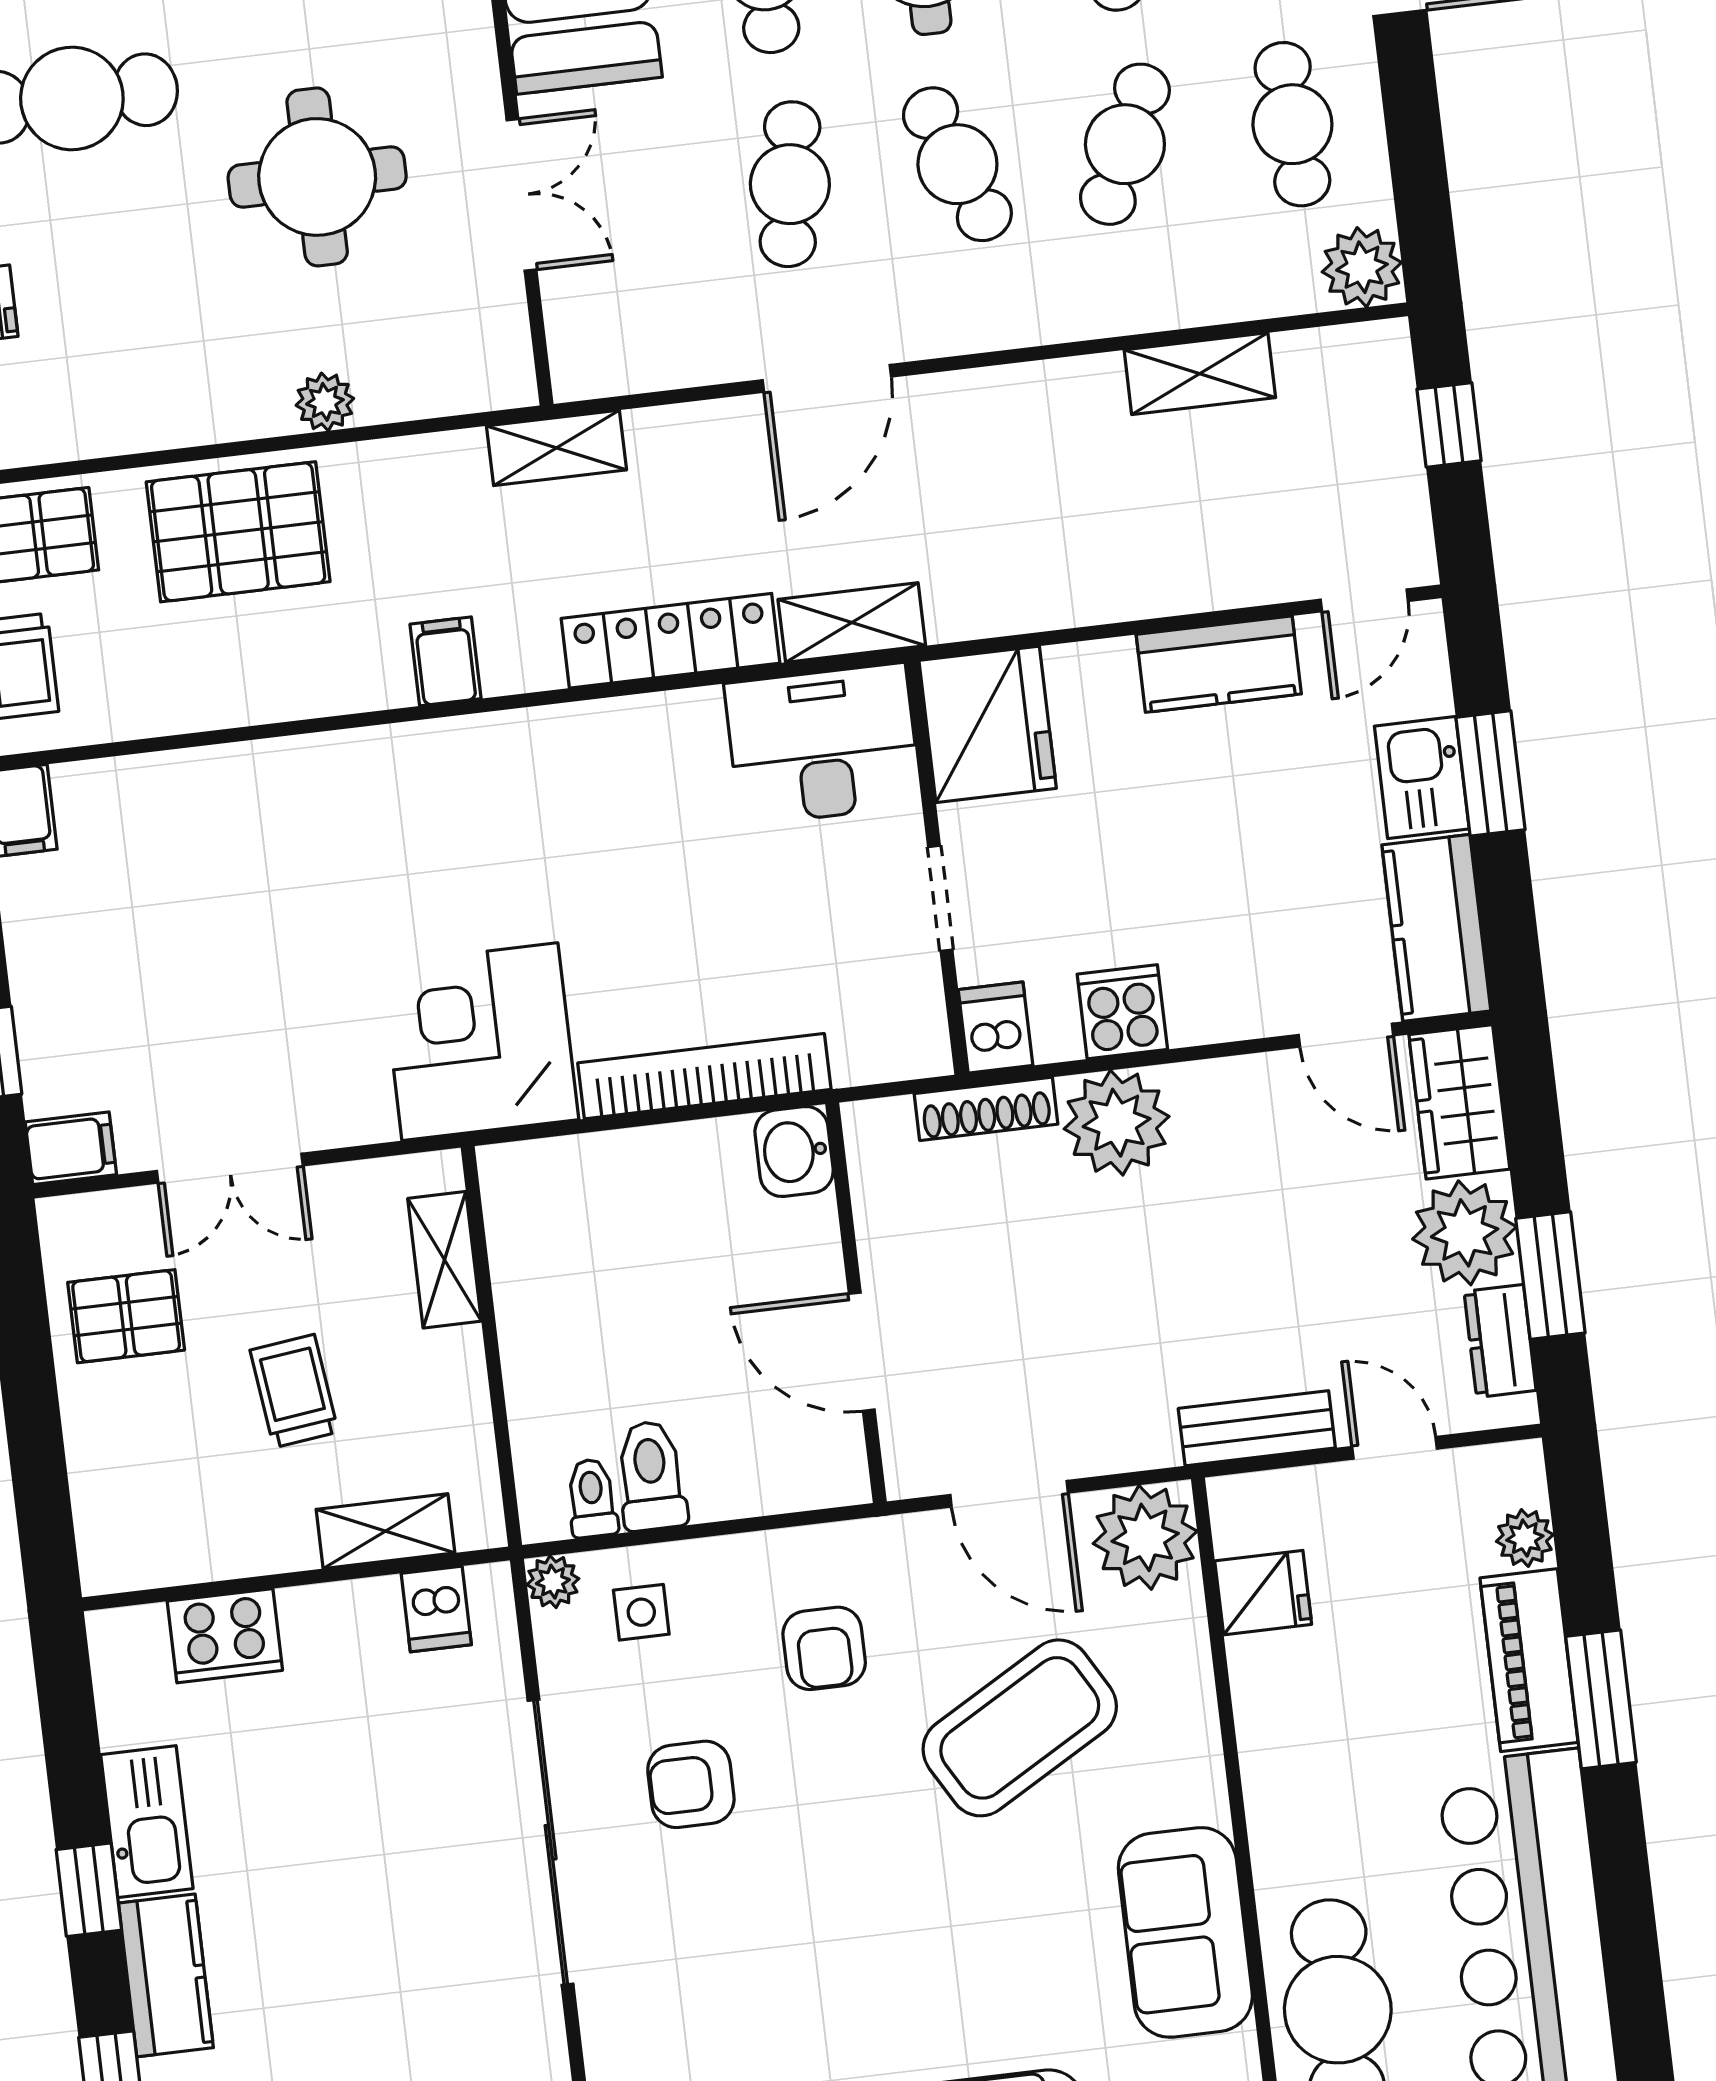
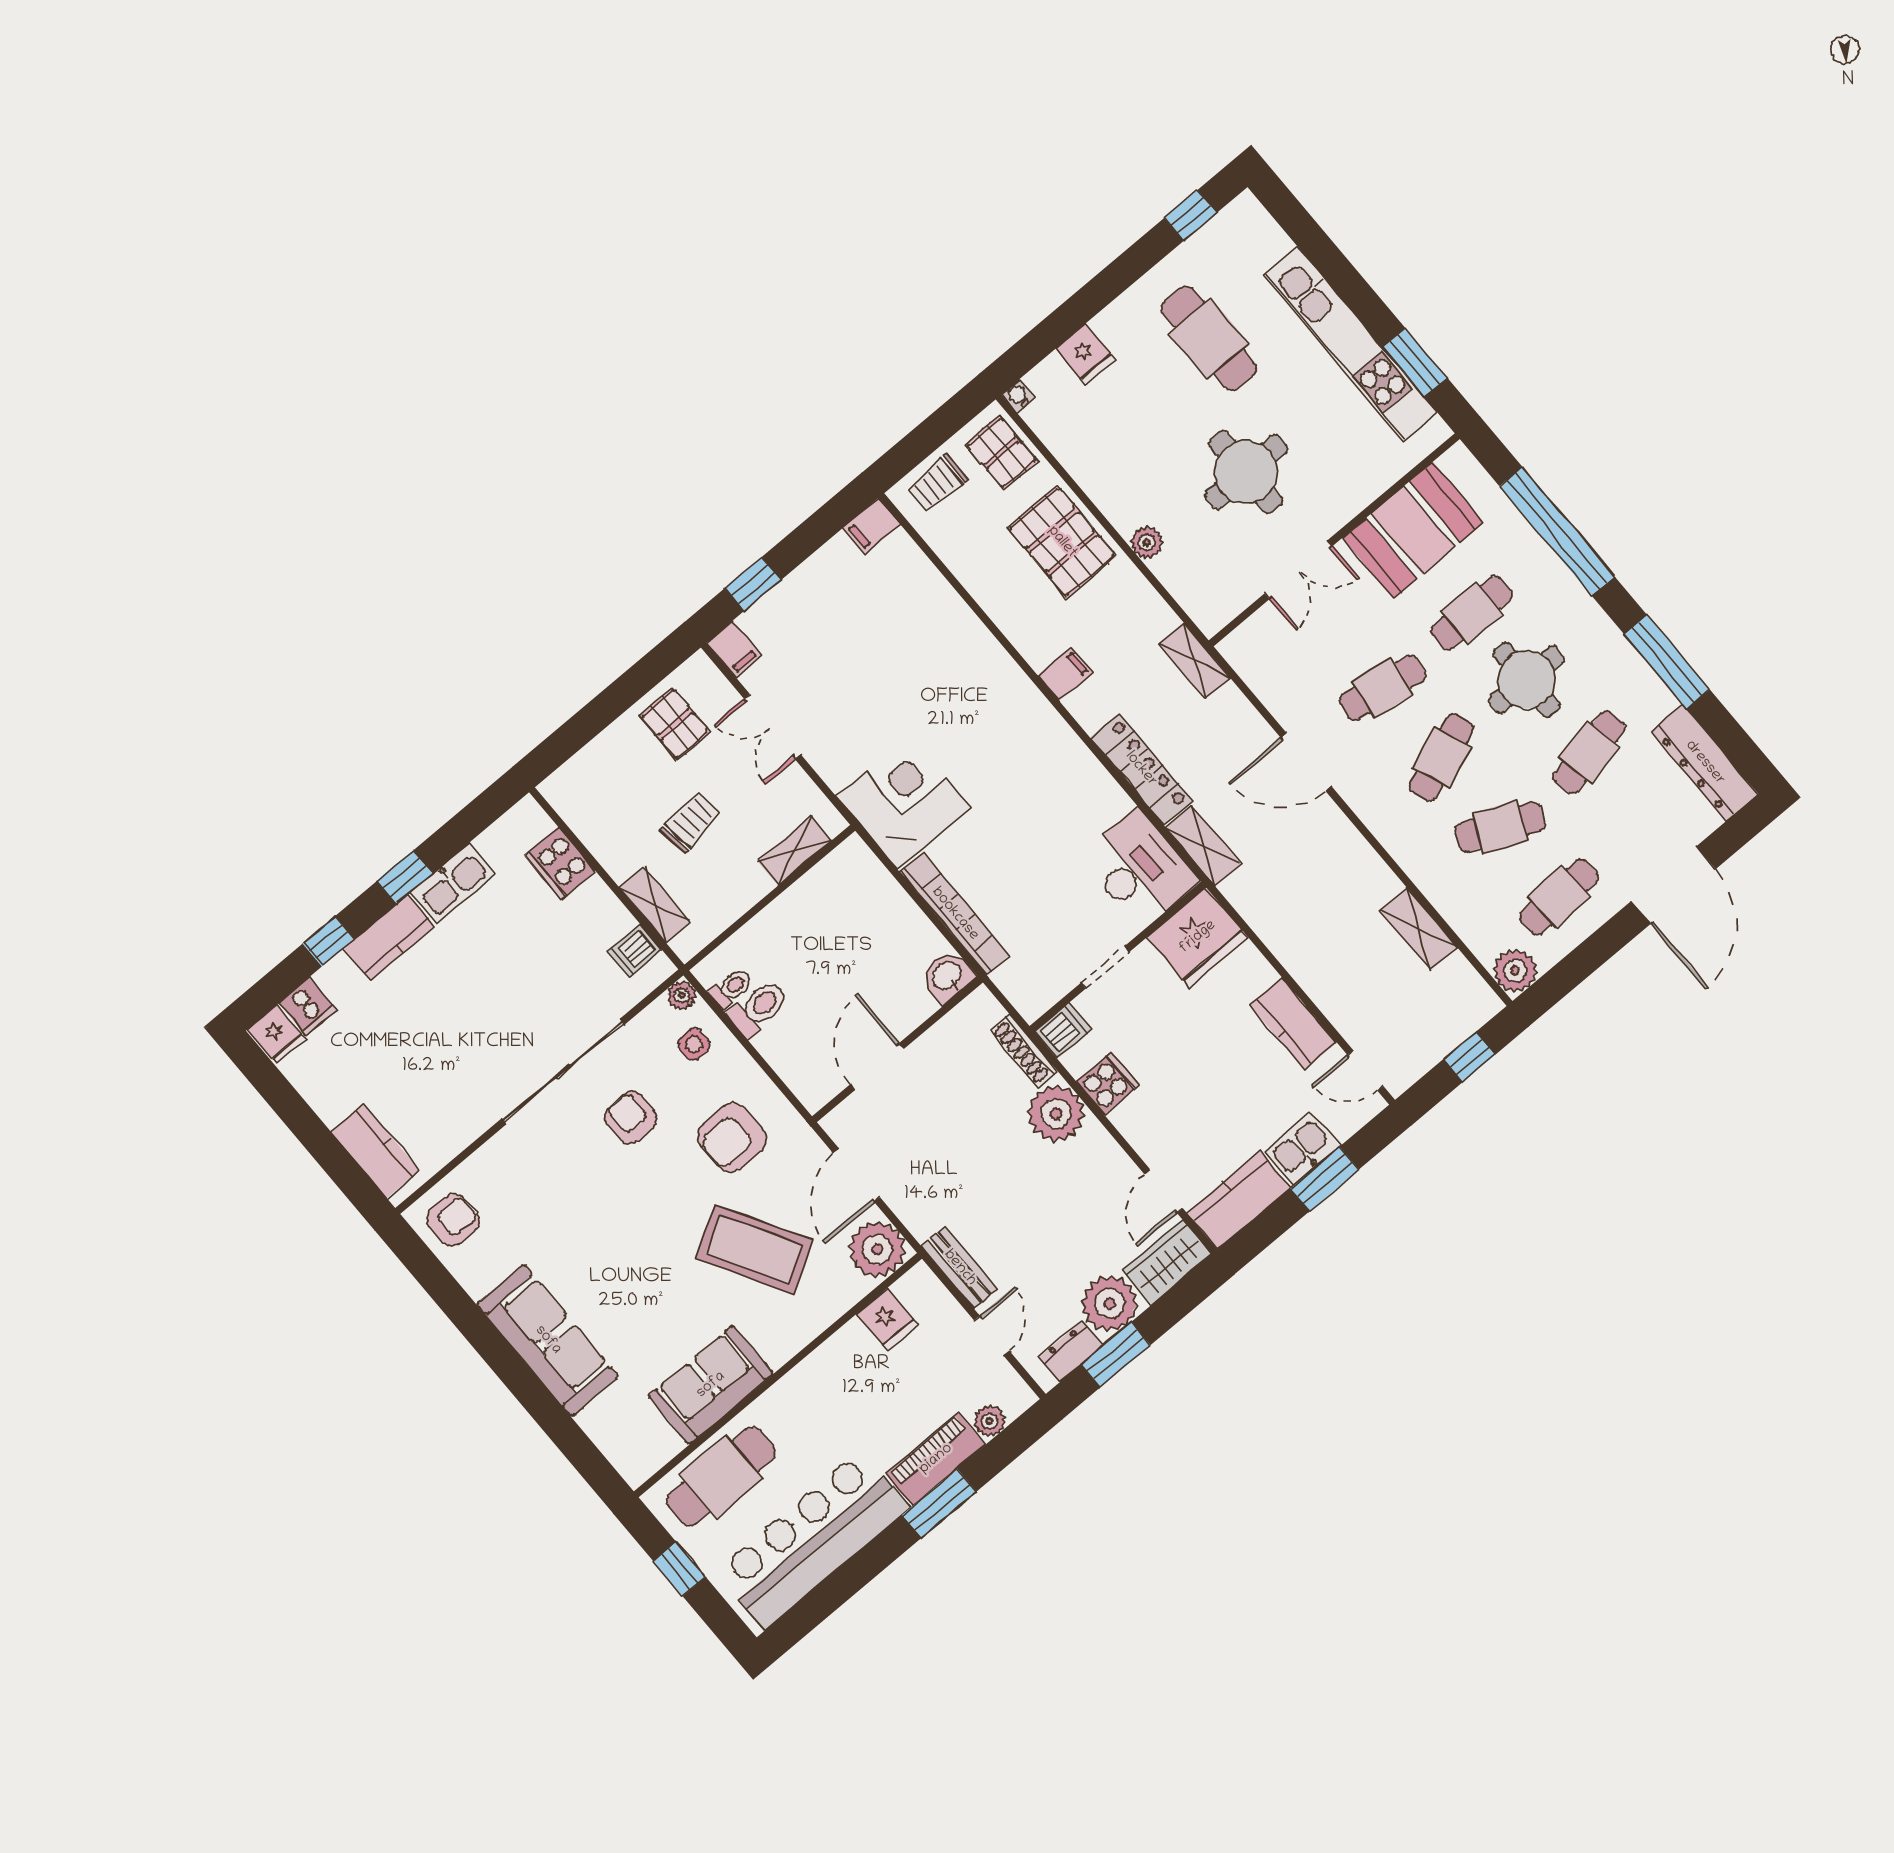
armchair: (824, 1648) -> (732, 1137), width x1.38, depth x1.38

